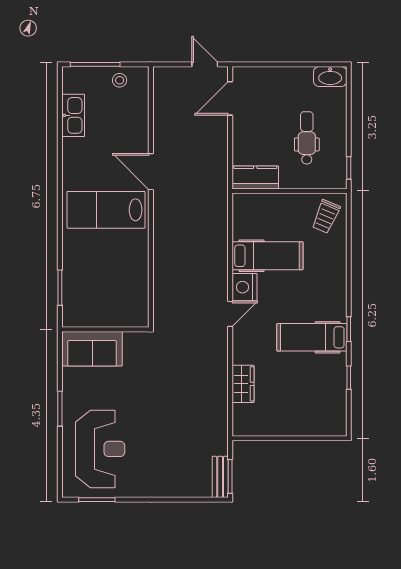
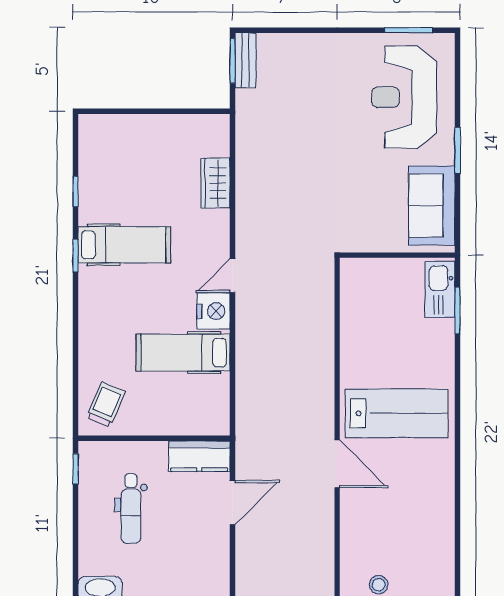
door: (230, 98) -> (232, 502), moved
kitchen sink: (73, 115) -> (440, 289), moved
sofa: (92, 349) -> (432, 206), moved, turned -90

